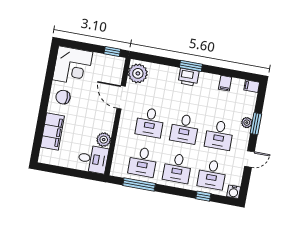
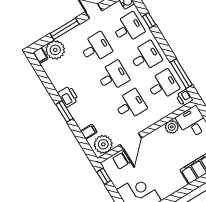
printer: (189, 77) -> (68, 96), moved
filing cabinet: (225, 83) -> (89, 132), moved
chair: (63, 97) -> (122, 160), moved, turned 90
plant: (247, 123) -> (55, 50), moved, width x1.87, depth x1.87
window: (256, 124) -> (65, 29), width x1.44
printer: (118, 170) -> (185, 98), added

